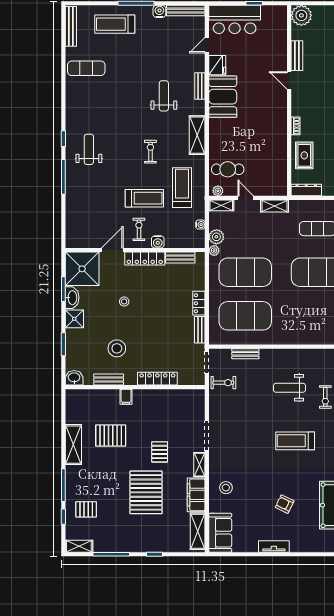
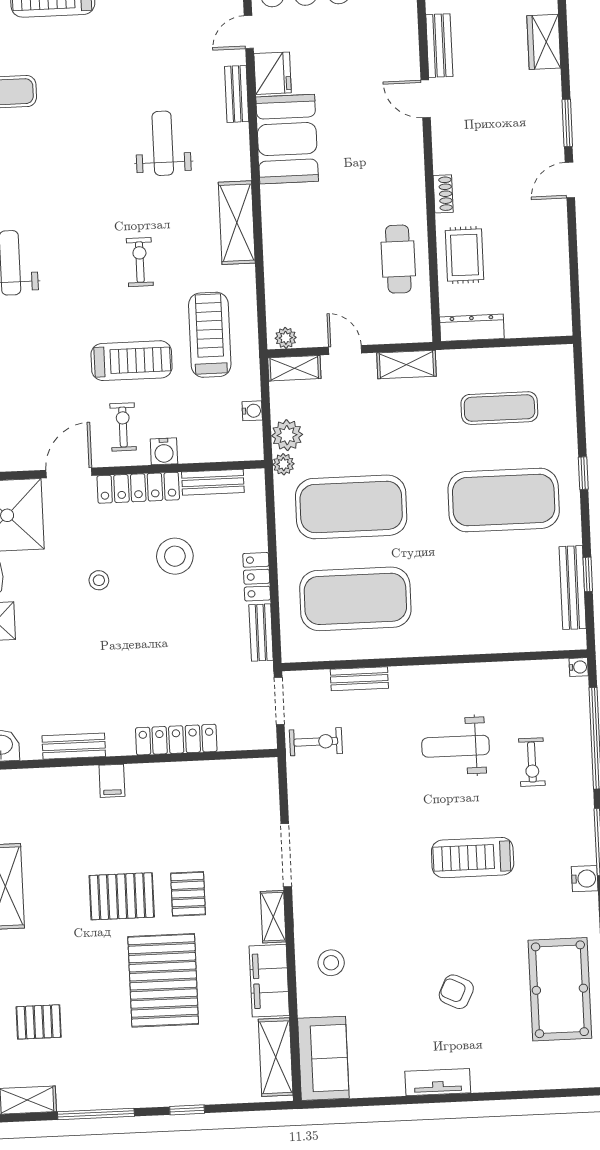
bench: (200, 86) -> (237, 94), moved
cafe table: (228, 169) -> (398, 259), moved, turned 90
stool: (117, 348) -> (175, 556), moved
pallet: (111, 436) -> (122, 896), moved

